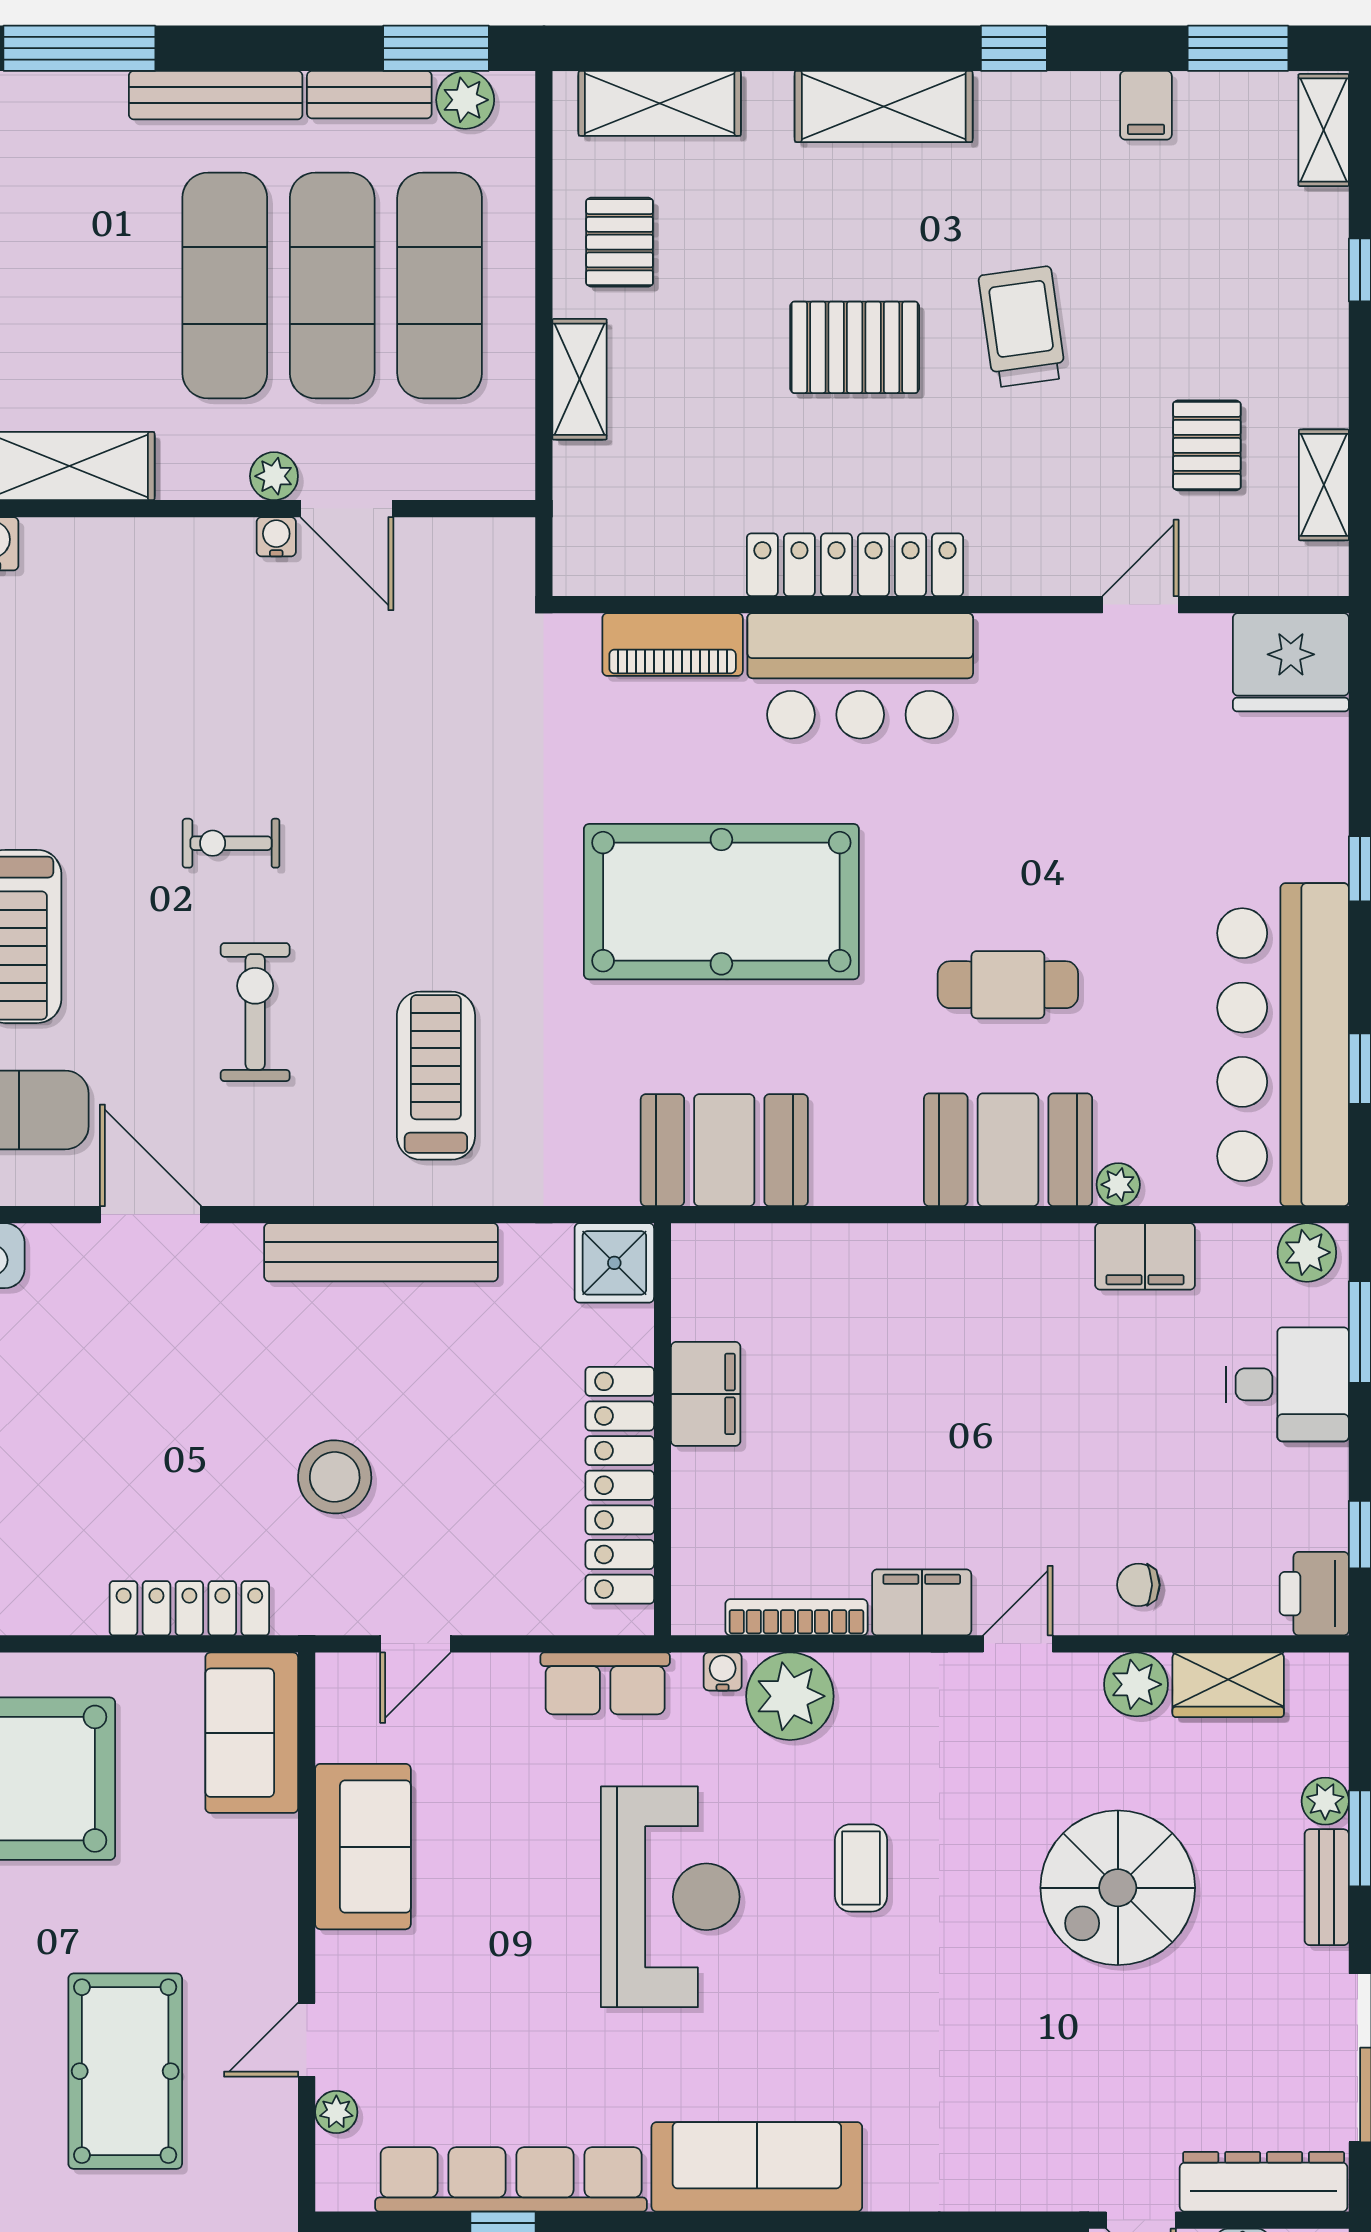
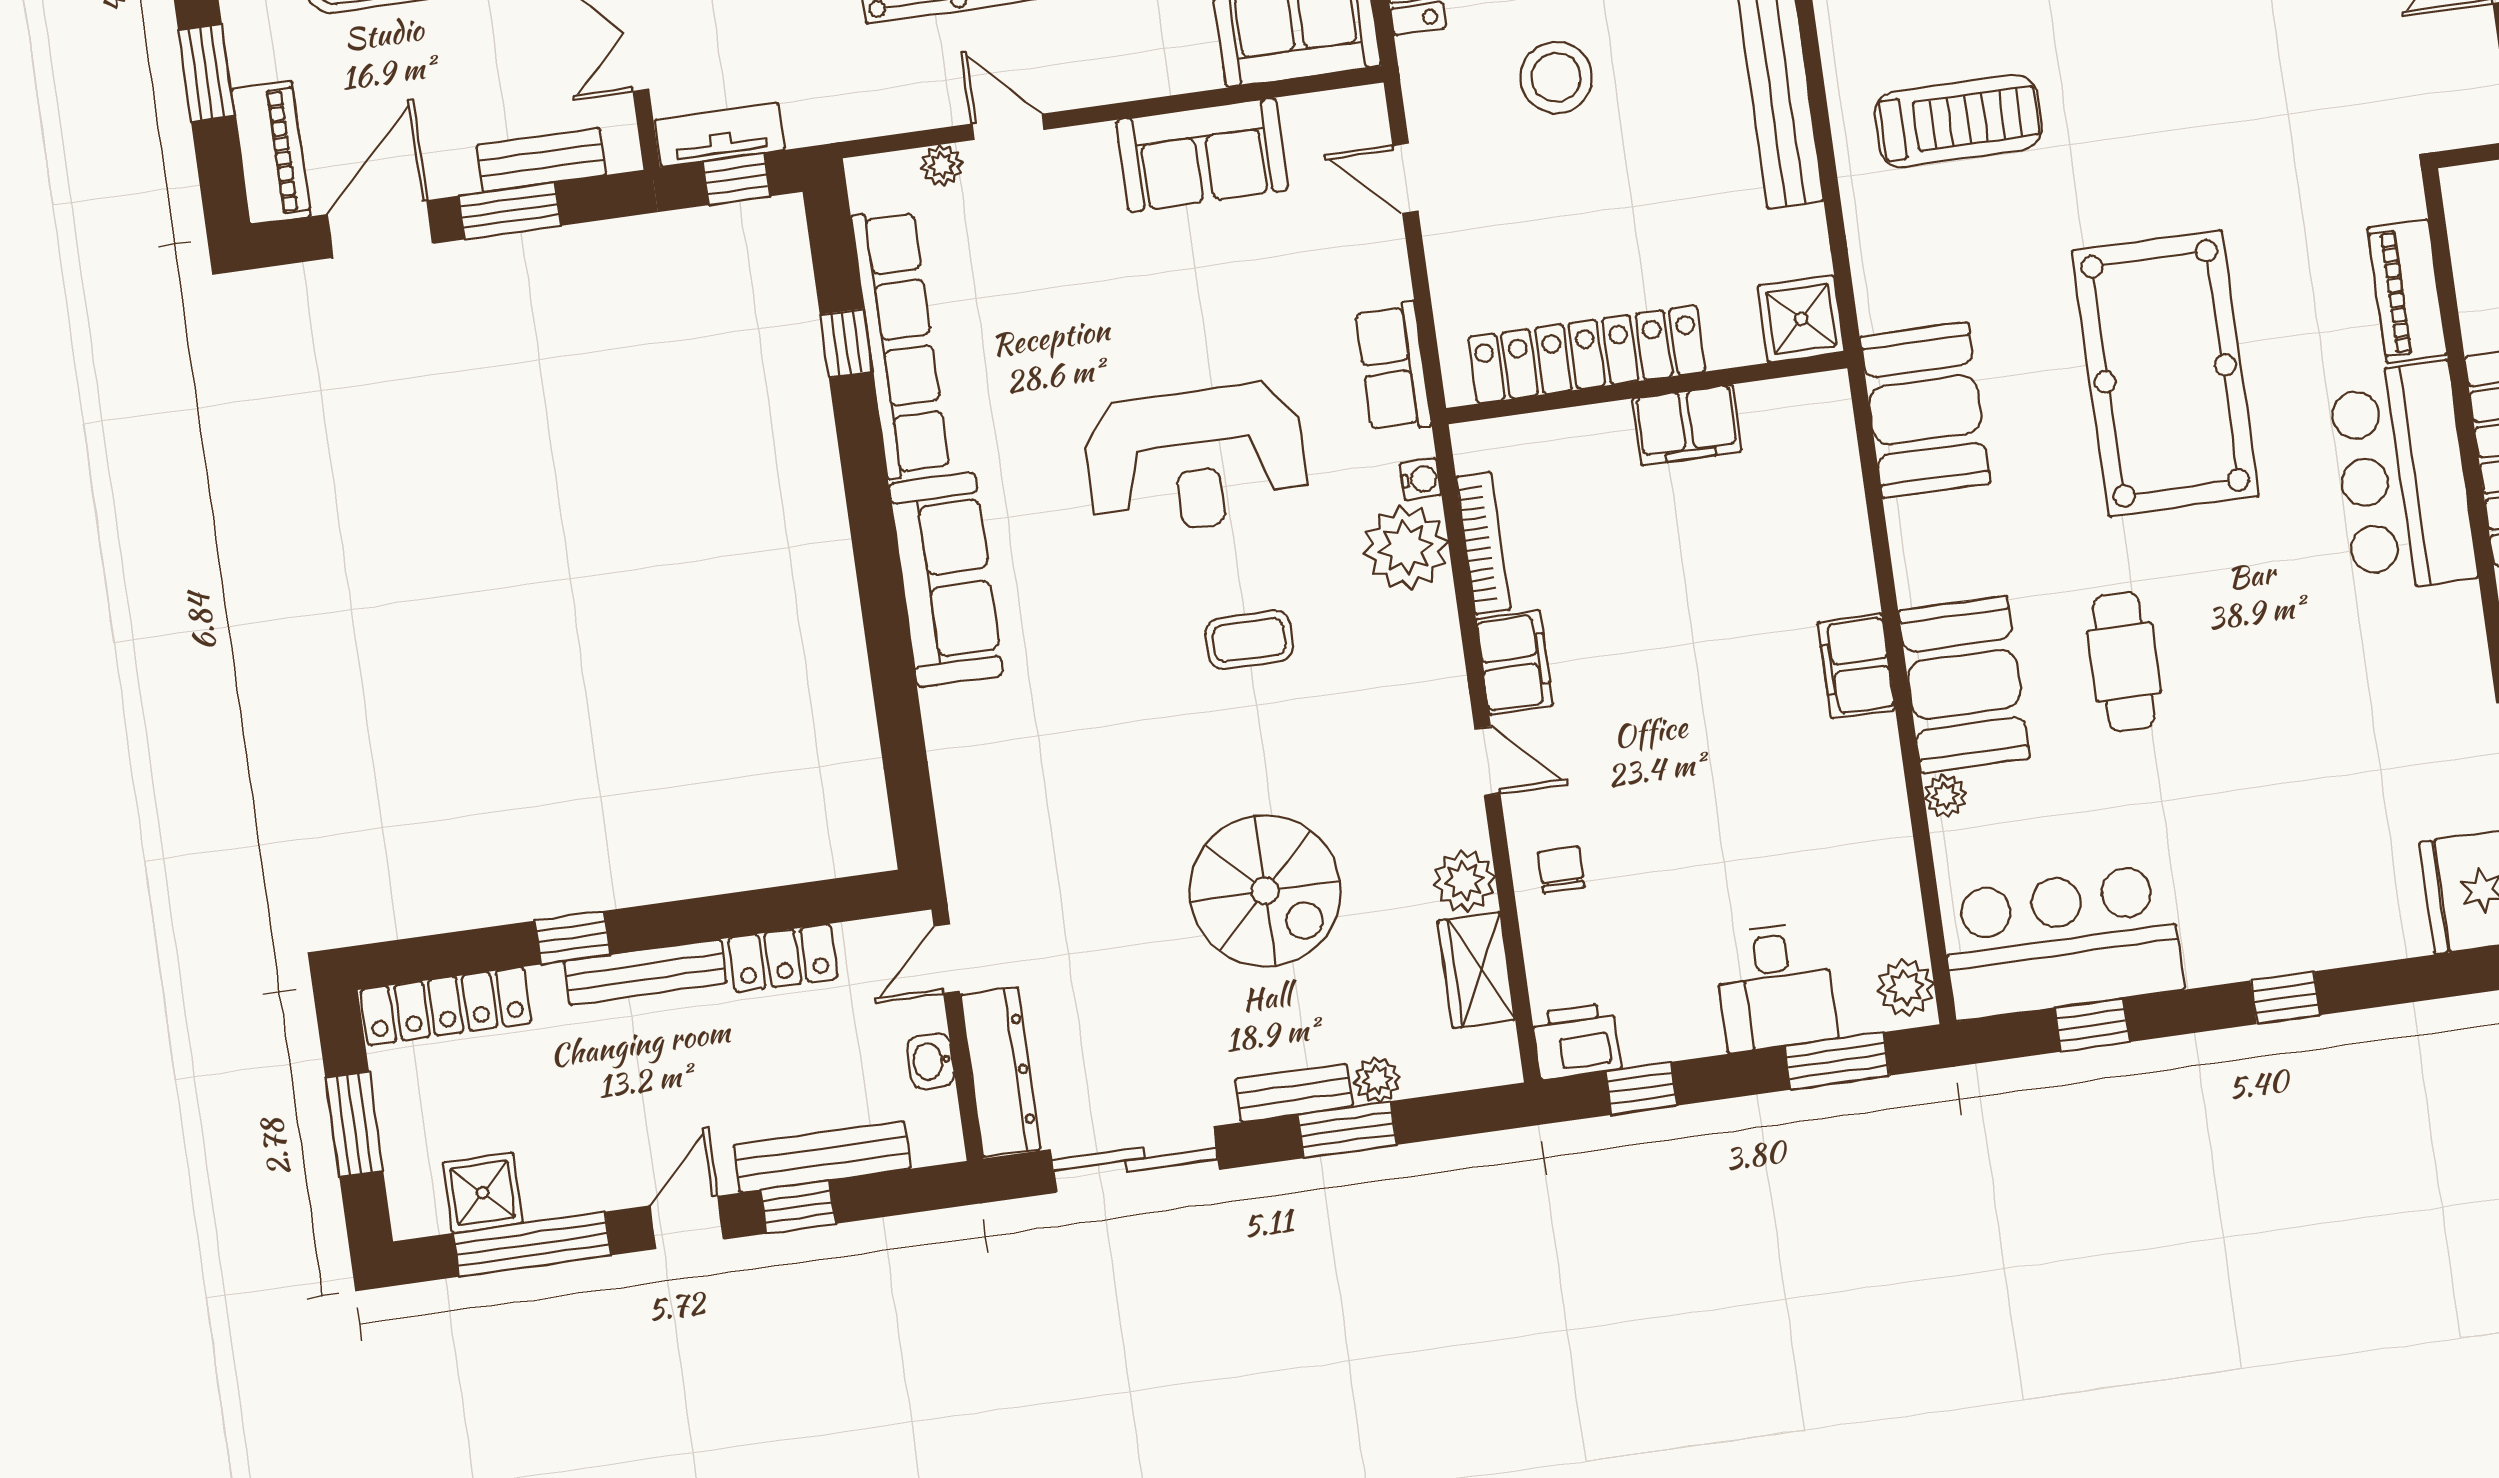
bar counter: (1283, 1045) -> (2062, 942), width x0.73
filing cabinet: (1145, 1256) -> (1856, 666), moved
spiral stairs: (1118, 1888) -> (1265, 891), turned 180

